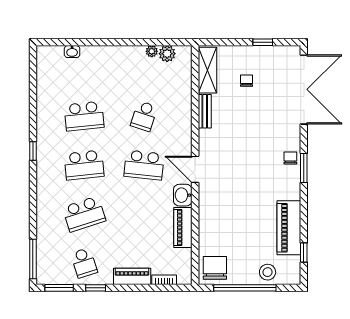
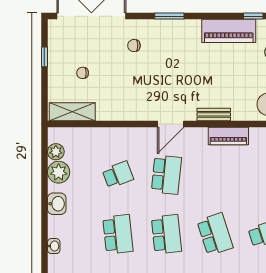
plant: (152, 51) -> (59, 172), width x1.88, depth x1.88
bench: (205, 111) -> (214, 114), moved
school desk: (144, 116) -> (118, 175), turned -39
chair: (290, 158) -> (134, 46), moved
washbasin: (183, 195) -> (57, 204), moved, turned -90

